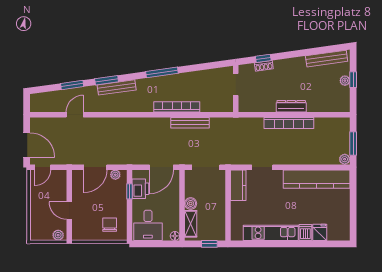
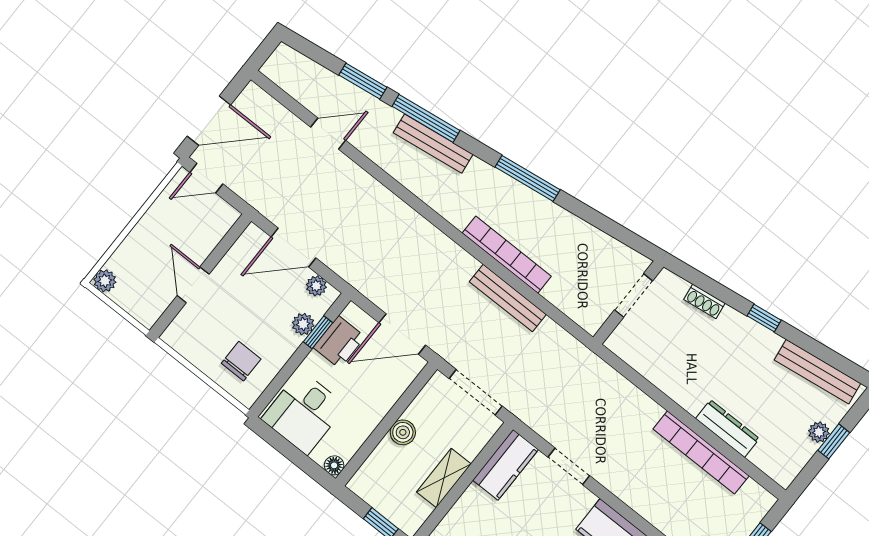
window: (263, 58) -> (764, 318), moved
window: (107, 80) -> (426, 118), width x1.44
dresser: (291, 106) -> (727, 428), moved
bookcase: (289, 123) -> (701, 452), moved
door: (27, 145) -> (209, 121), hinge flipped
plant: (122, 193) -> (303, 324), added
shelving: (191, 224) -> (444, 478), moved
plant: (58, 235) -> (105, 281), moved

